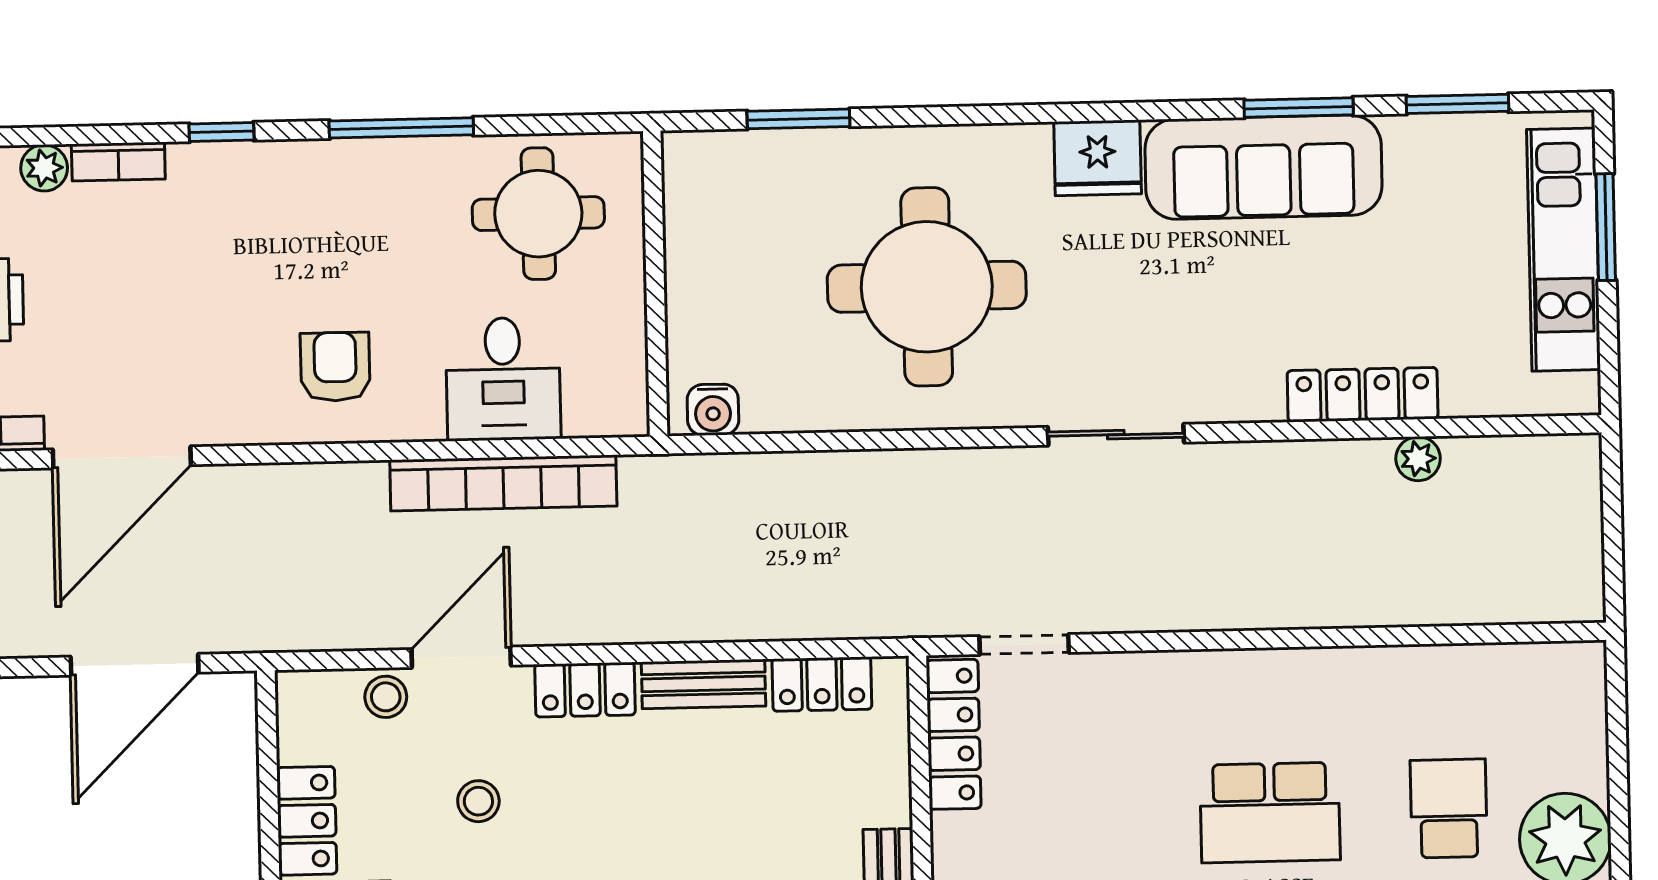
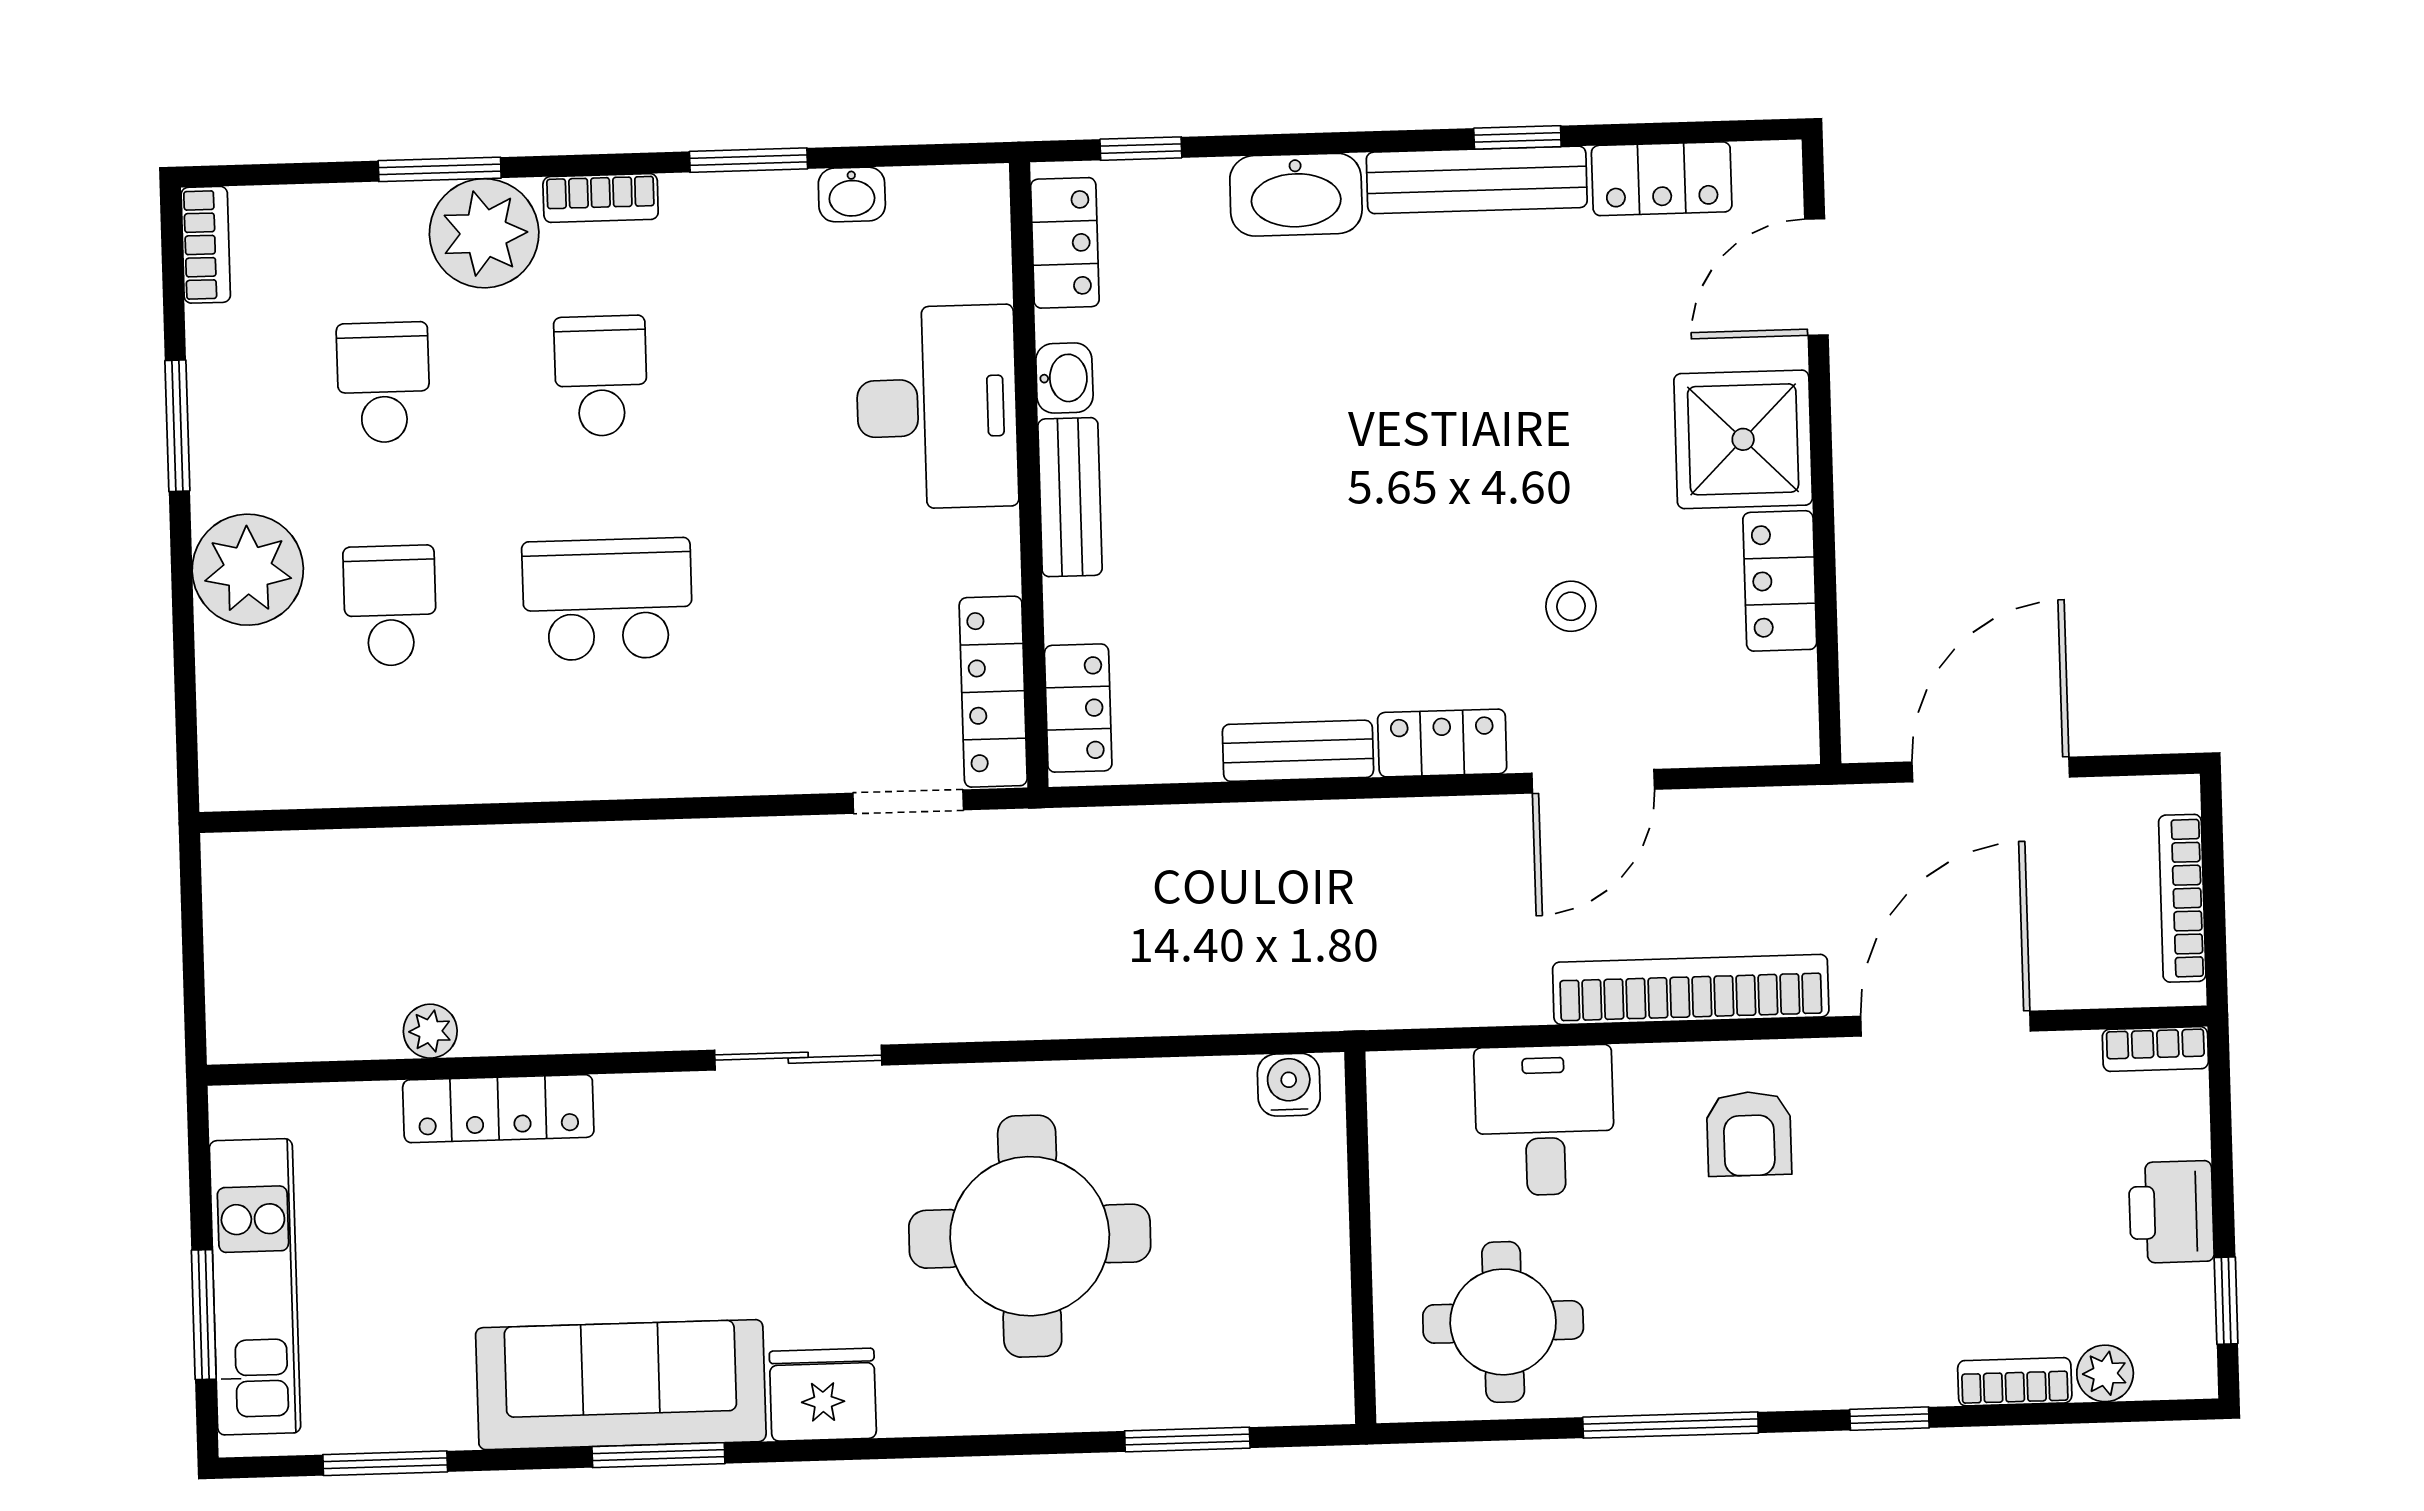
window: (1299, 108) -> (658, 1455), moved
door: (122, 457) -> (1946, 1024), moved
bookcase: (503, 483) -> (1691, 989), moved
locker: (822, 684) -> (1078, 708), moved, turned 90
stool: (386, 697) -> (1685, 732), removed
school desk: (1449, 808) -> (390, 606), turned 180

